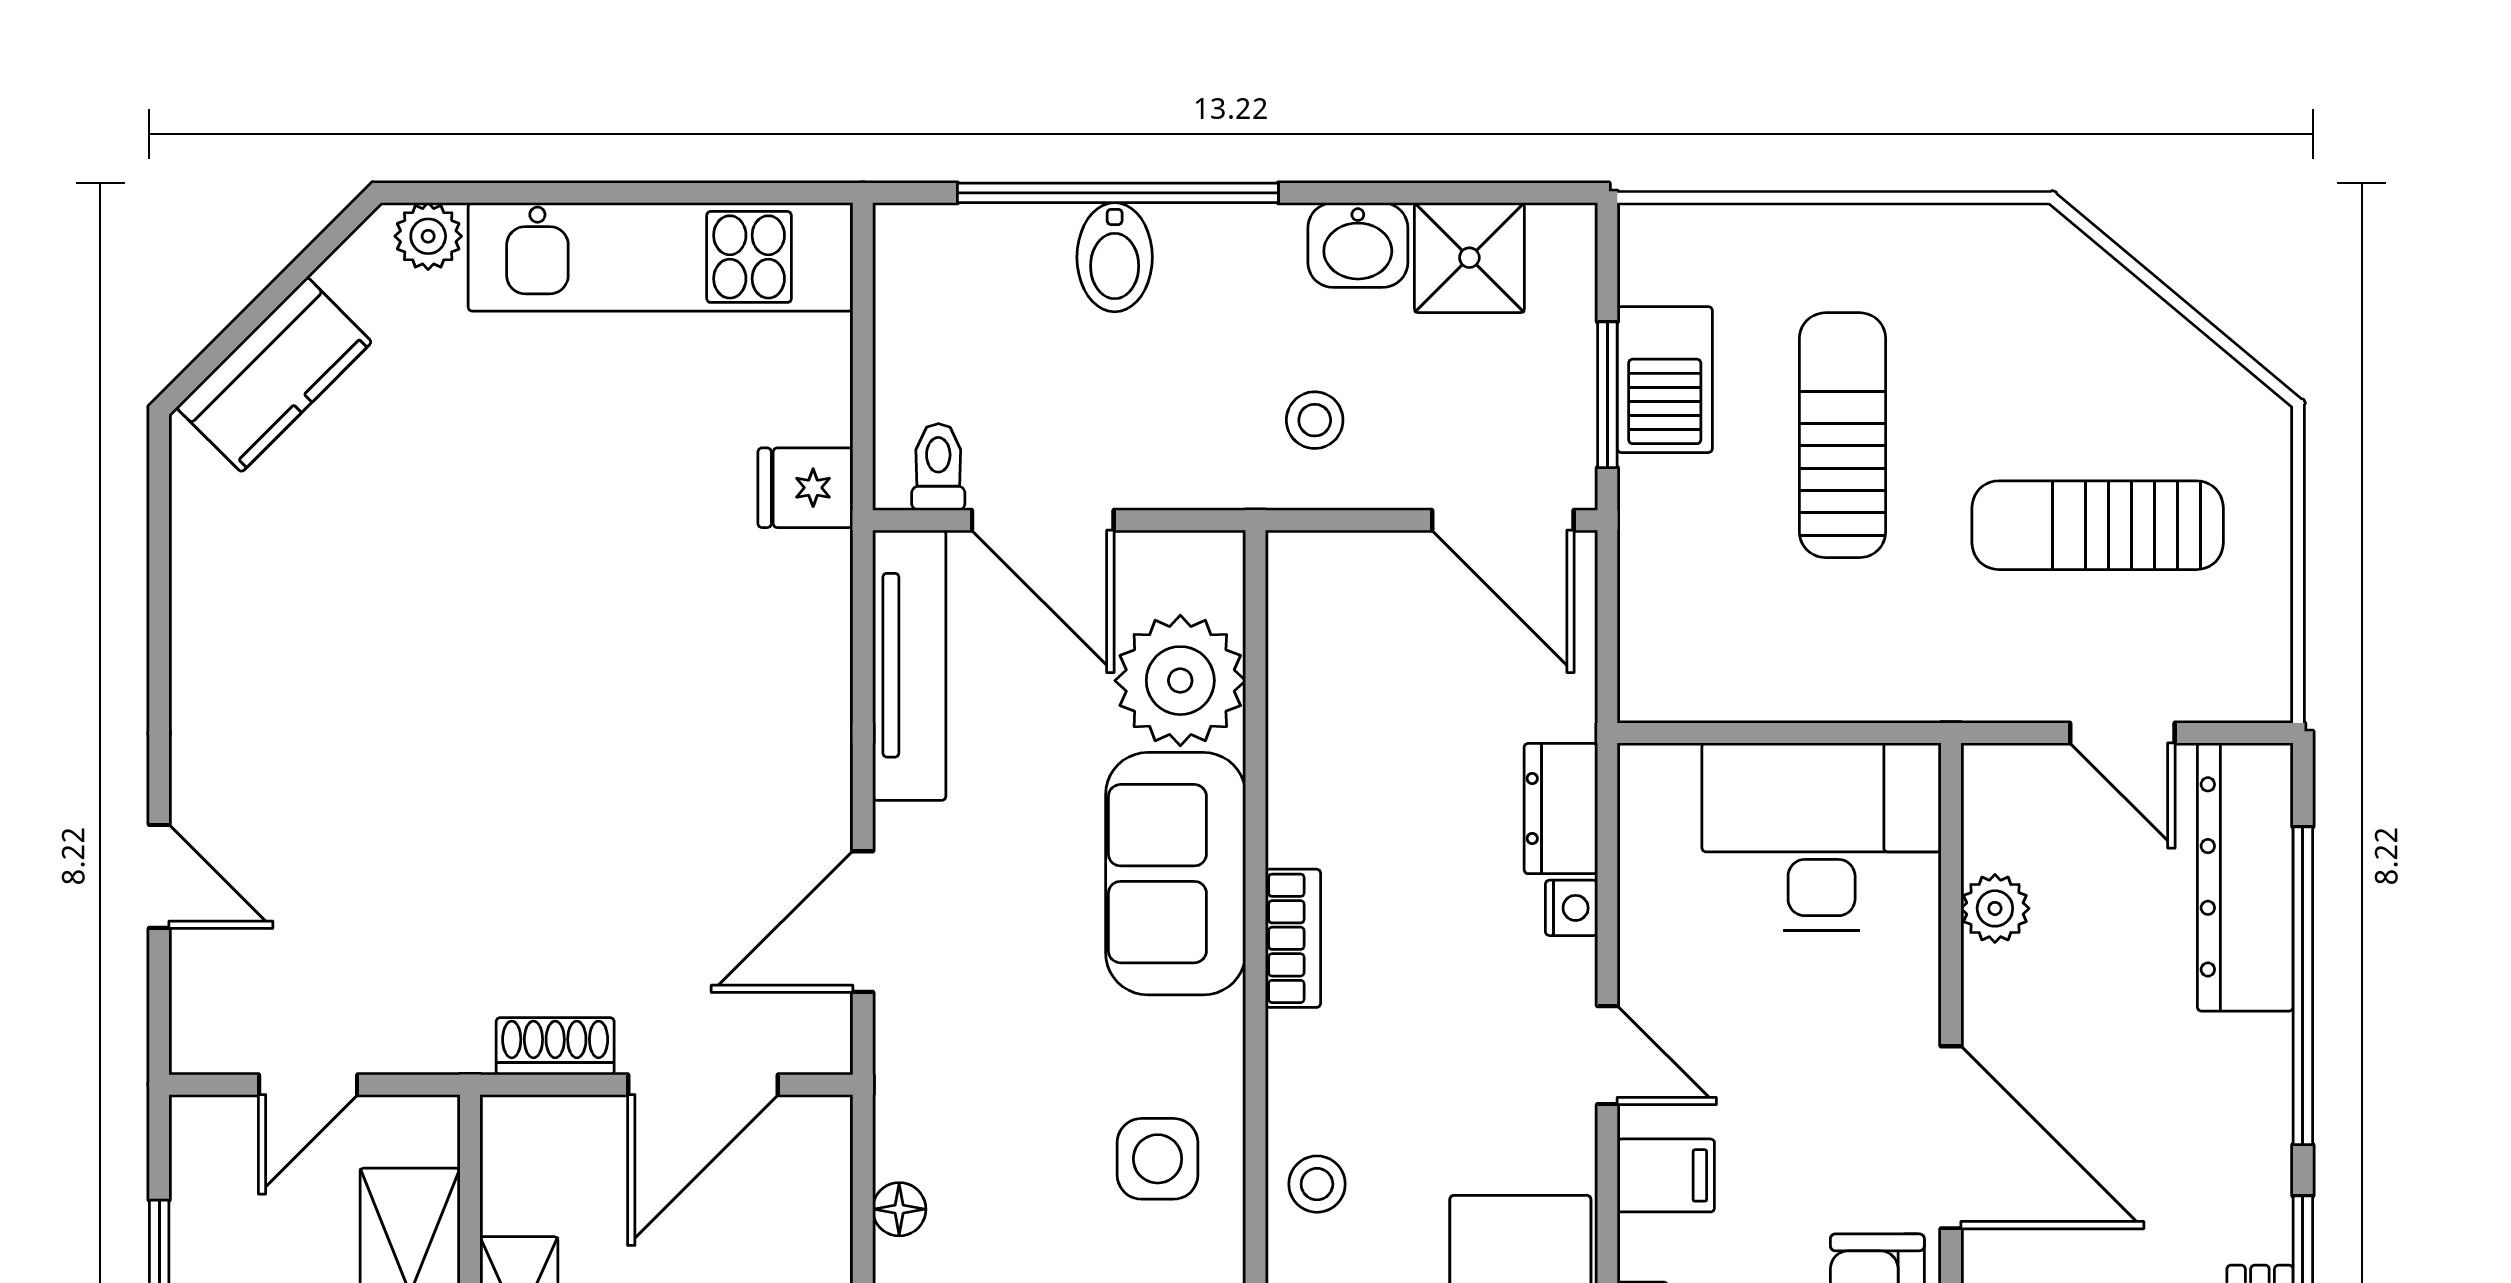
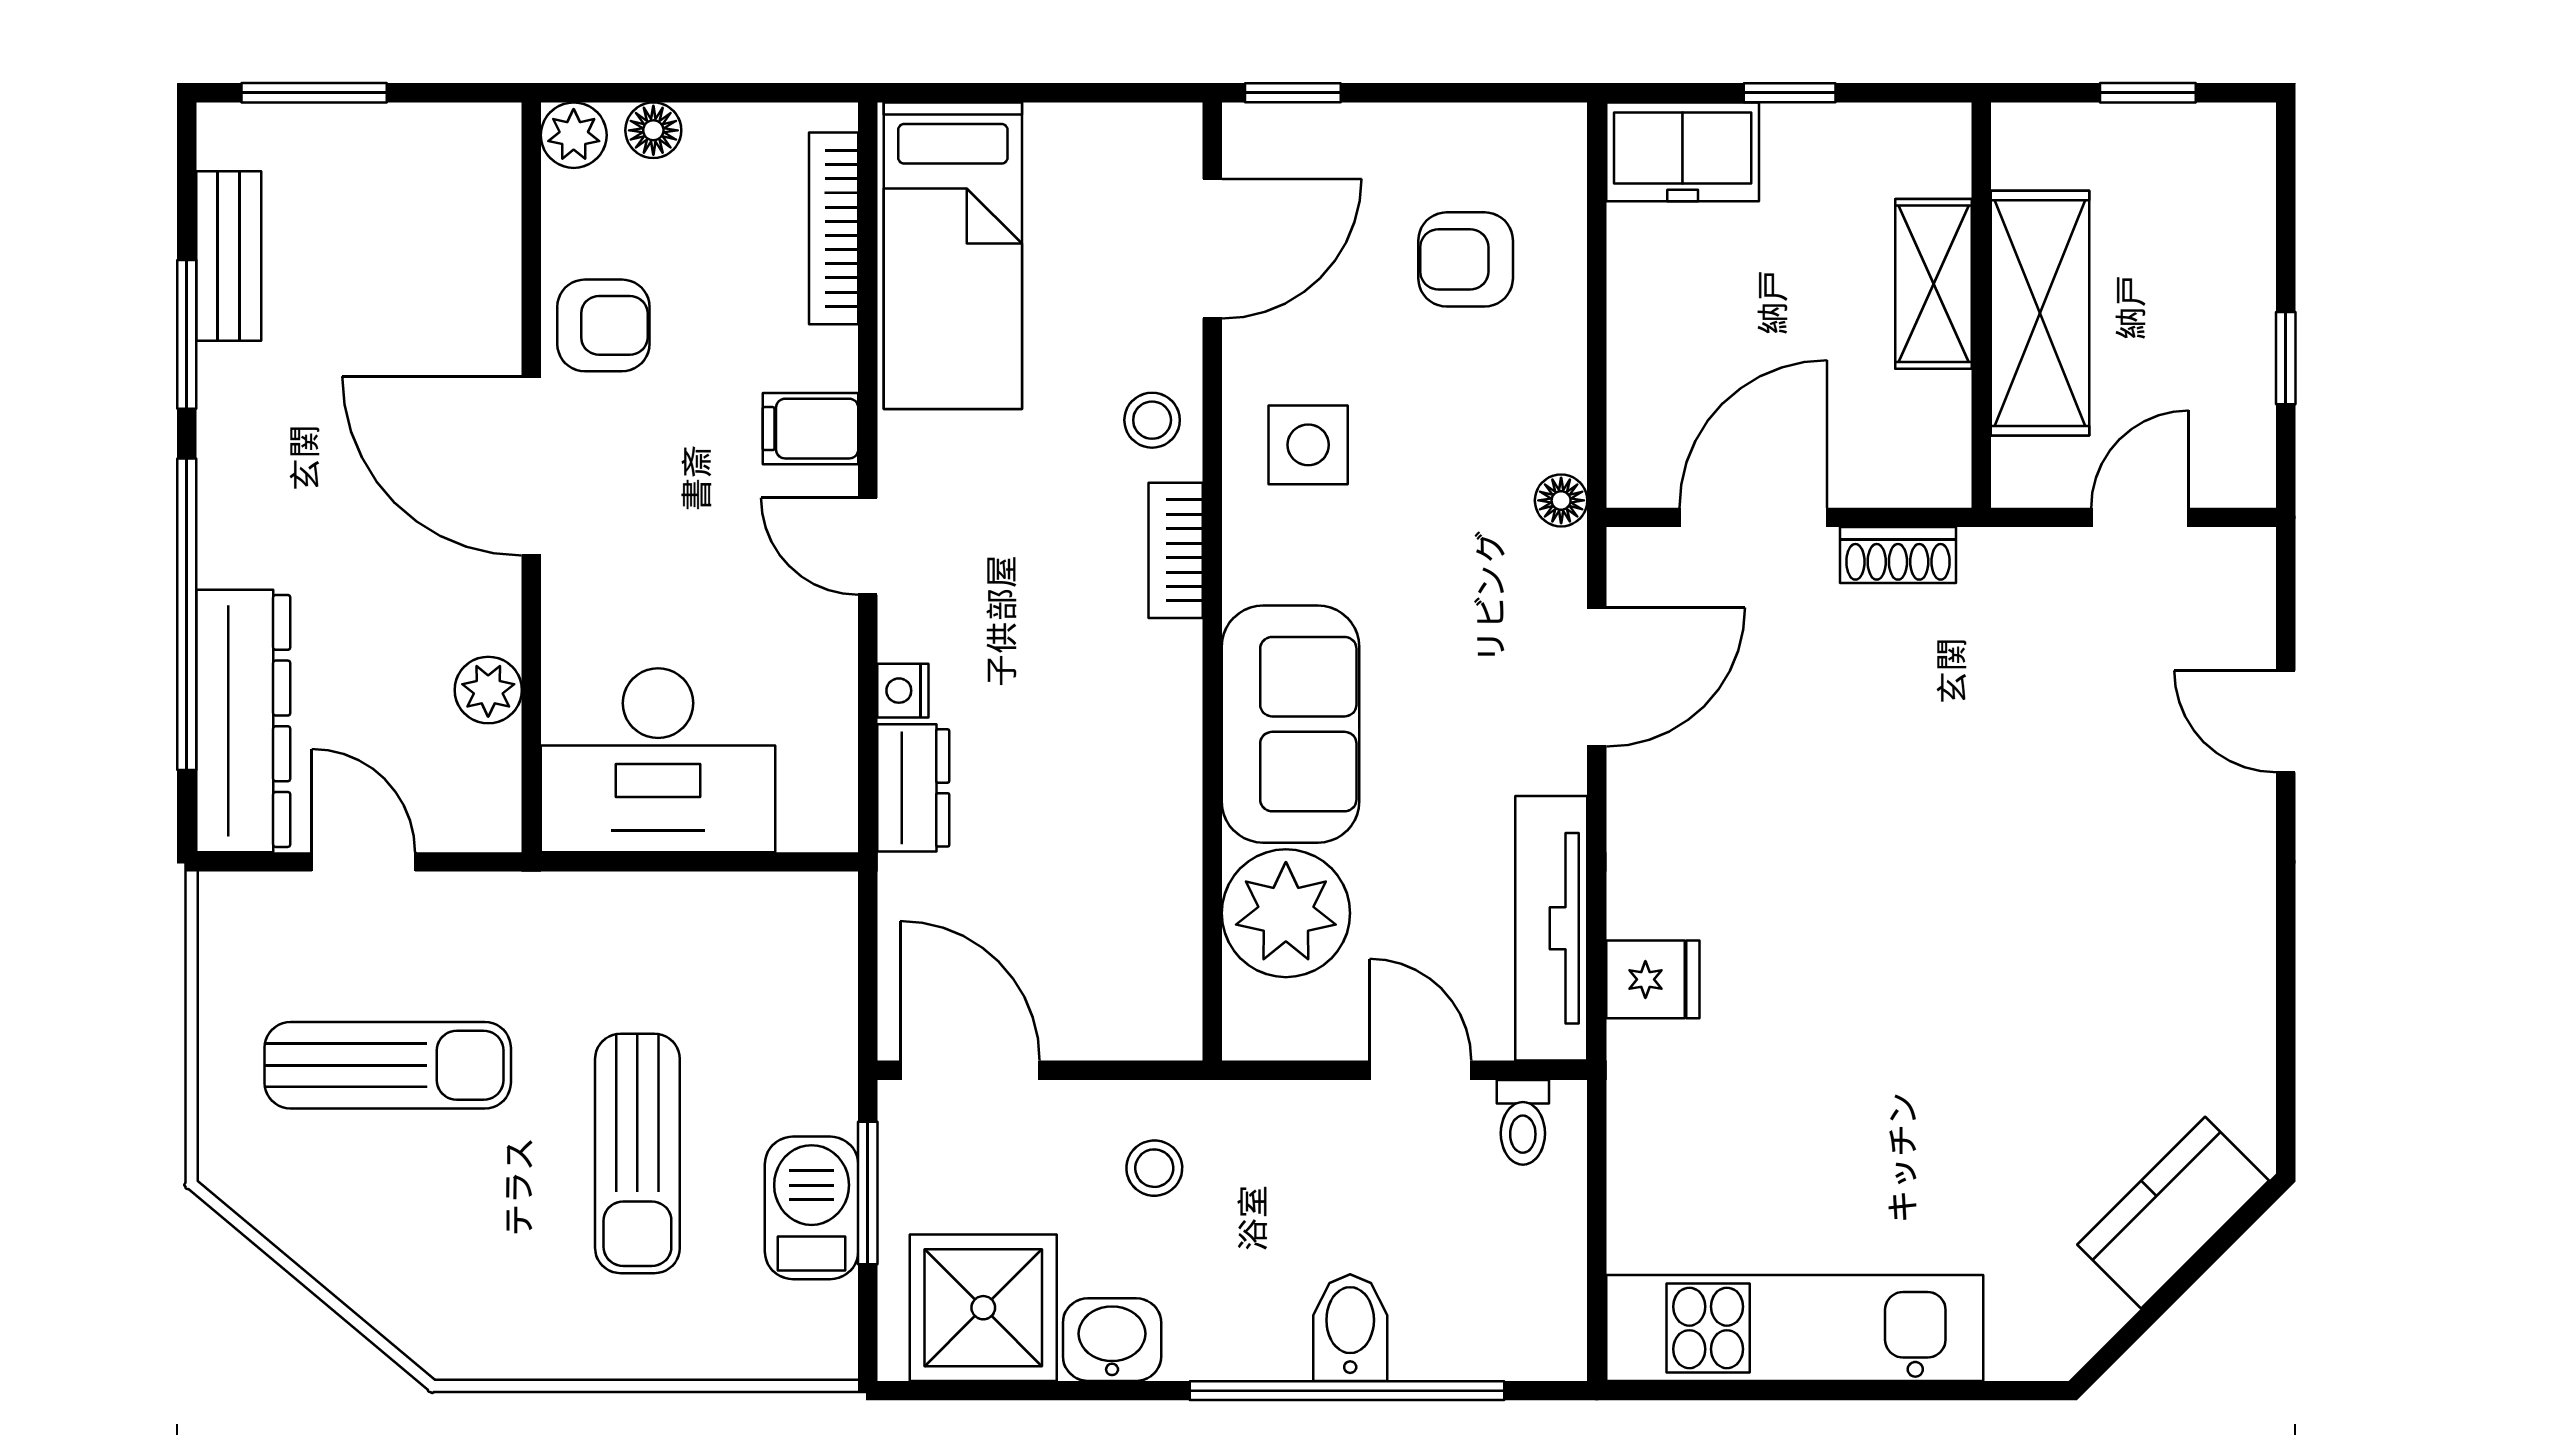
plant: (428, 236) -> (2022, 1348), removed
shower: (1469, 258) -> (983, 1308), width x1.36, depth x1.36
fridge: (805, 488) -> (1653, 979), moved
door: (1043, 520) -> (1421, 1070), width x0.73
bookcase: (1293, 938) -> (1176, 550), moved
floor lamp: (899, 1209) -> (1561, 500), moved

